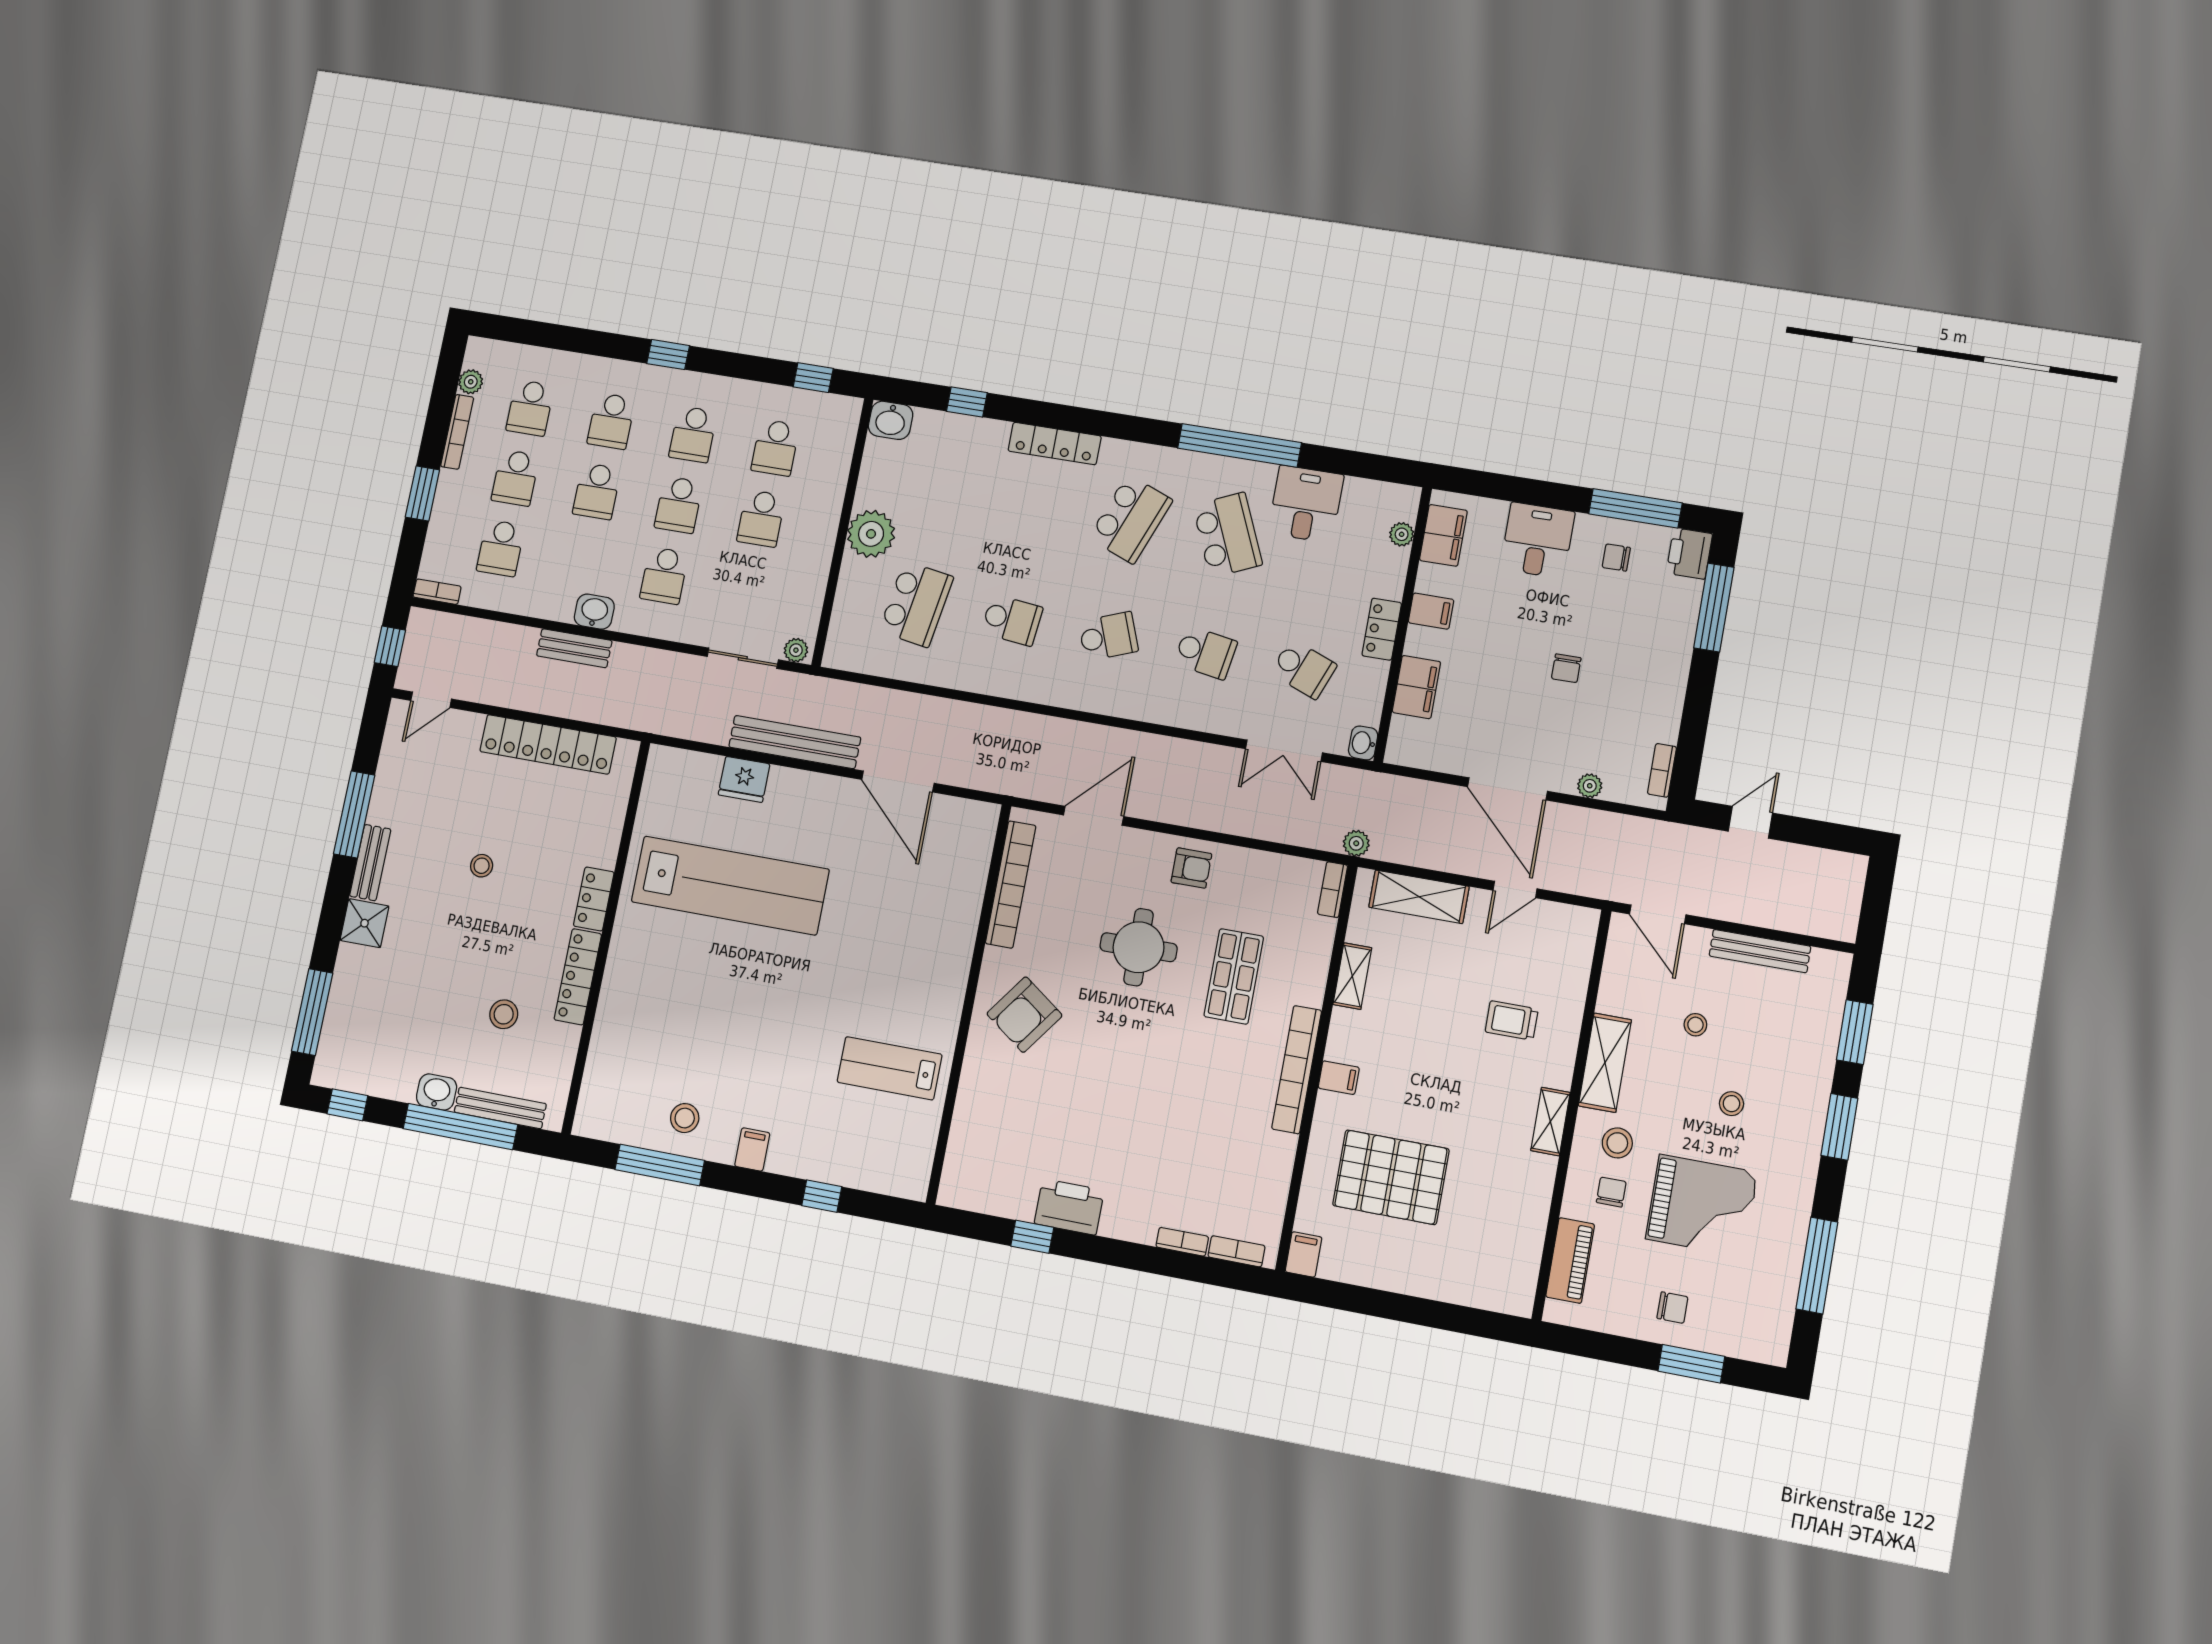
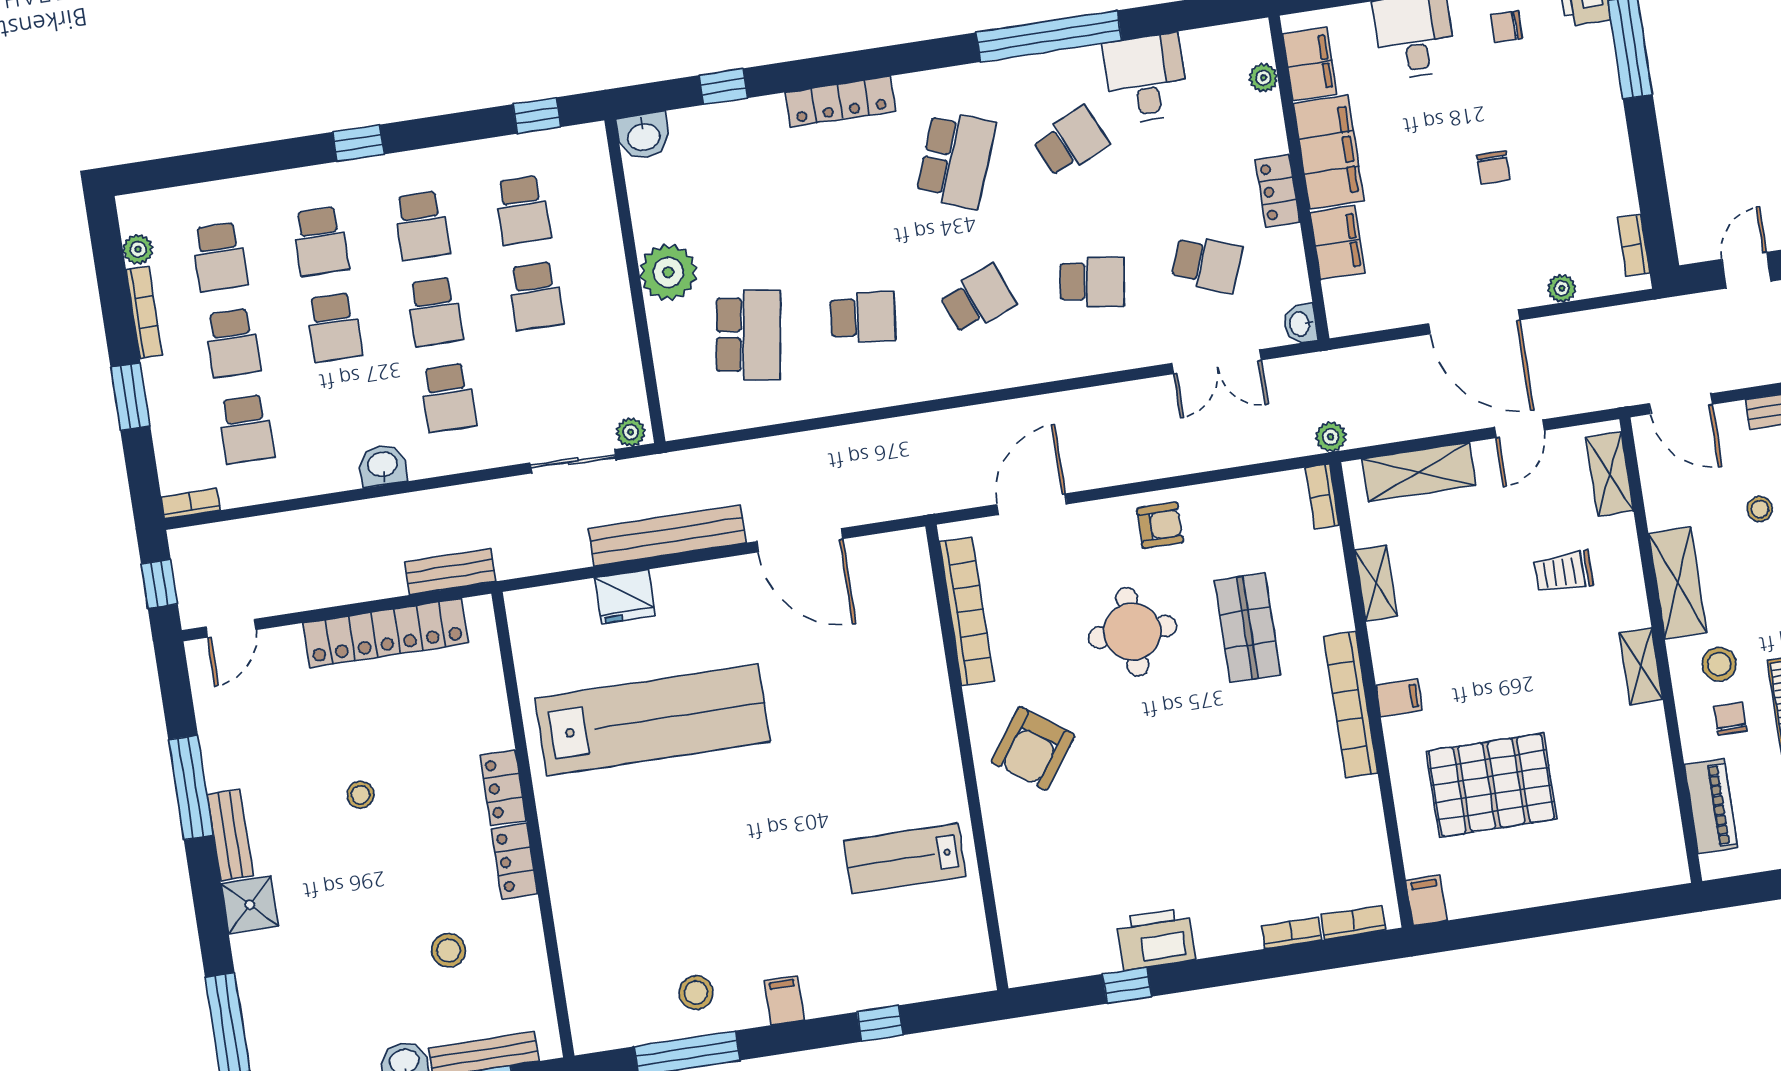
school desk: (1227, 535) -> (1071, 142), width x0.54
filing cabinet: (1431, 611) -> (1329, 152), width x3.00, depth x1.17
bench: (574, 648) -> (450, 572), moved
shelving: (1578, 952) -> (1610, 474), added
locker: (578, 977) -> (515, 861), width x0.66

